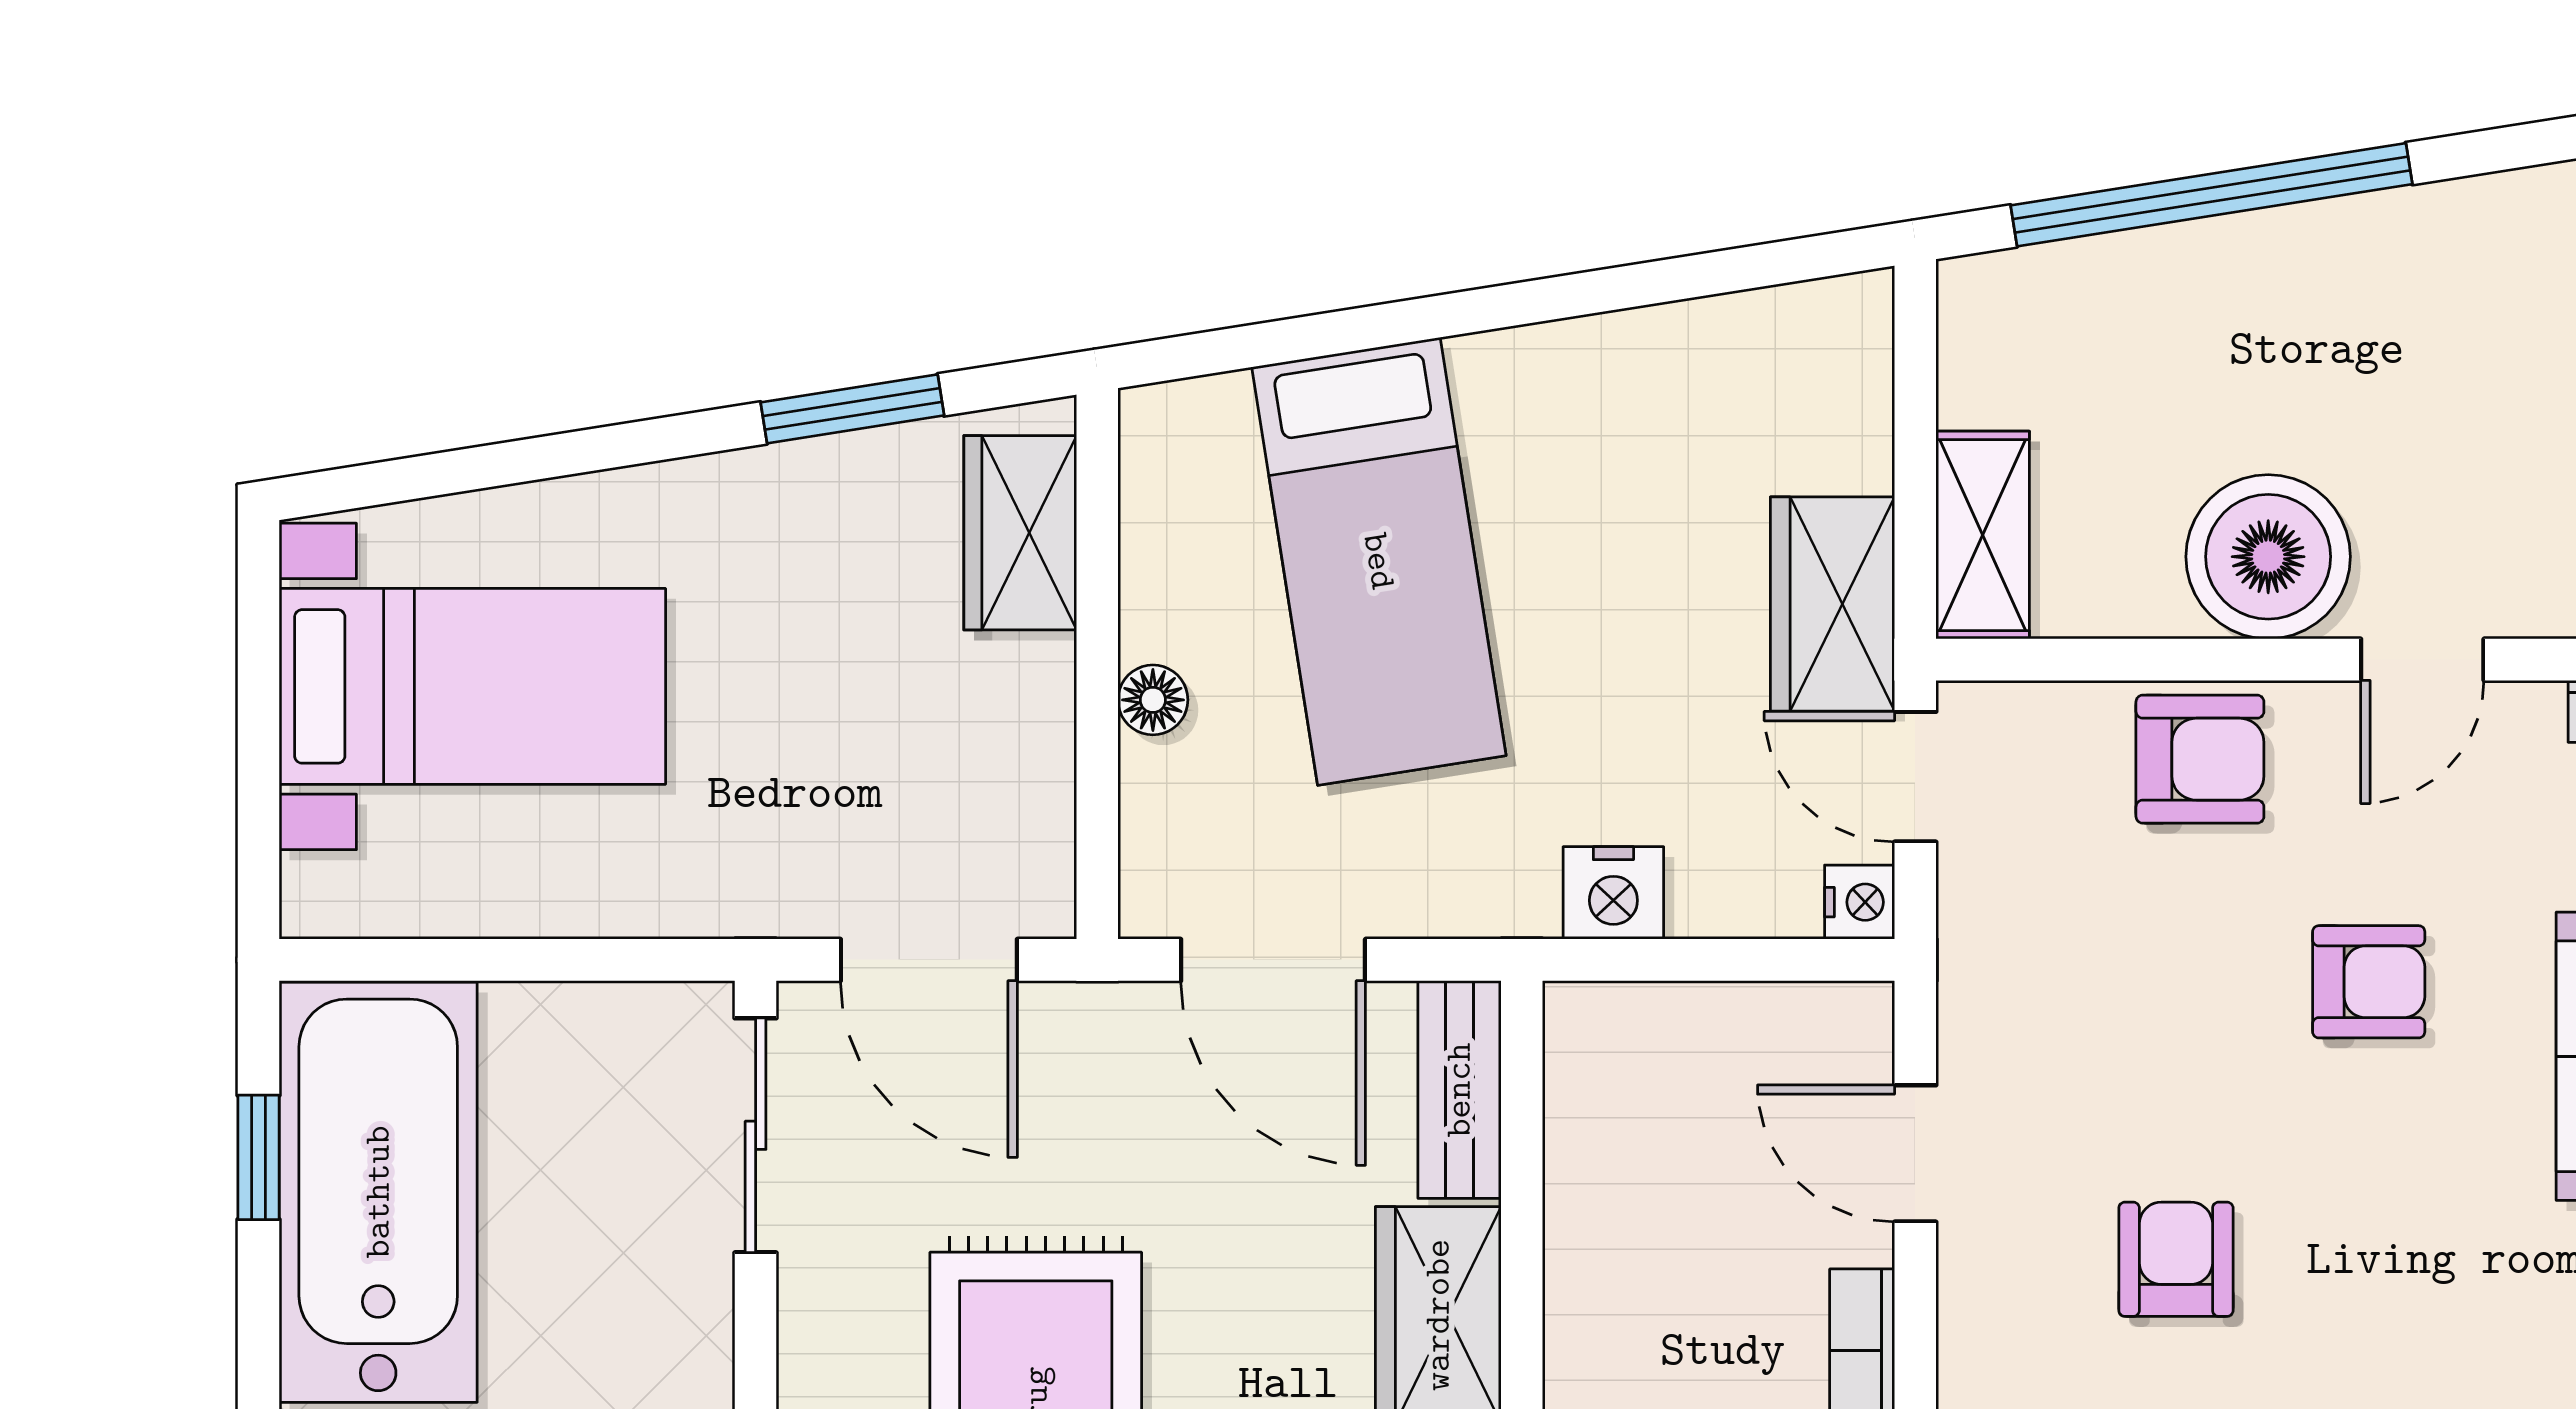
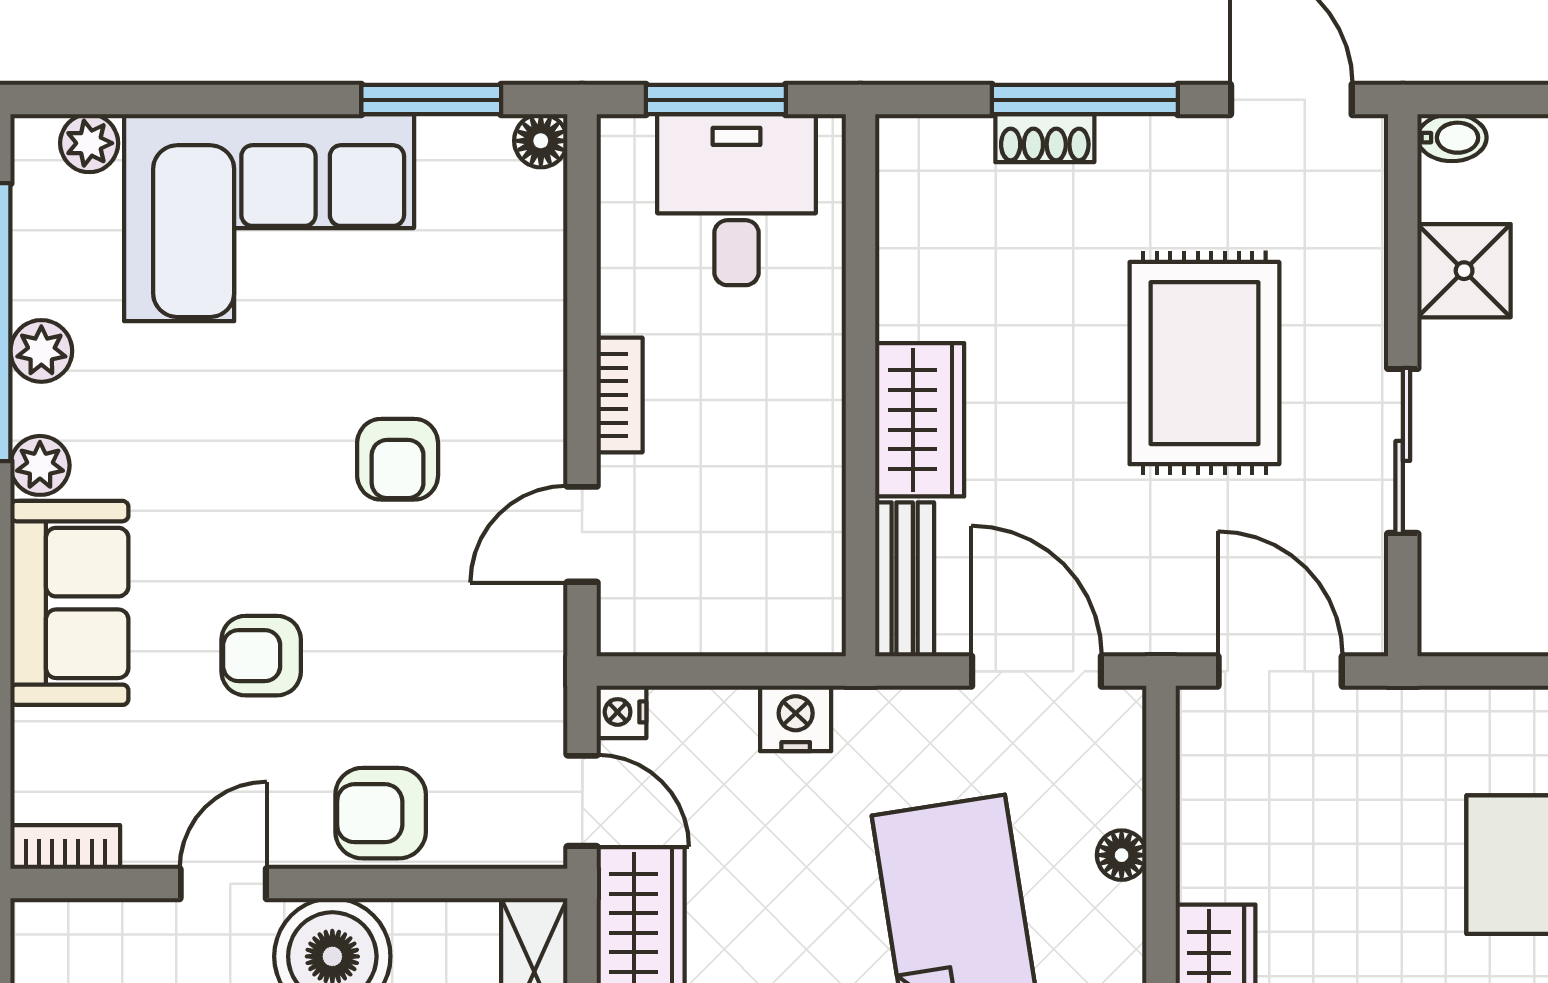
sliding door: (756, 1135) -> (1403, 451), moved
door: (1915, 1153) -> (582, 534), swing flipped

